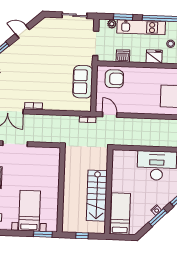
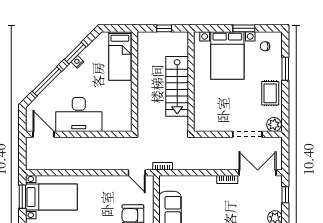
stairs: (97, 196) -> (177, 86), moved, turned 180
bed with nightstands: (29, 211) -> (227, 56), width x1.36
window: (43, 234) -> (244, 28), moved

